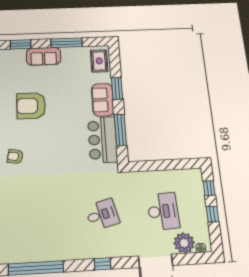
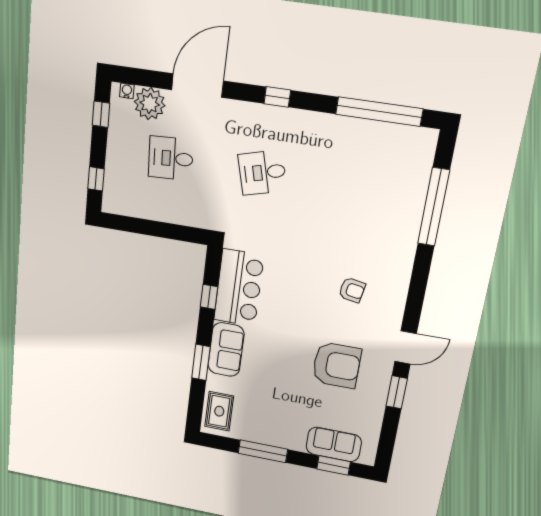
sofa: (44, 56) -> (334, 444), moved
window: (120, 130) -> (209, 297), width x0.46
armchair: (15, 157) -> (352, 290), moved
desk: (163, 211) -> (171, 158), width x0.73
window: (212, 214) -> (101, 114), moved

